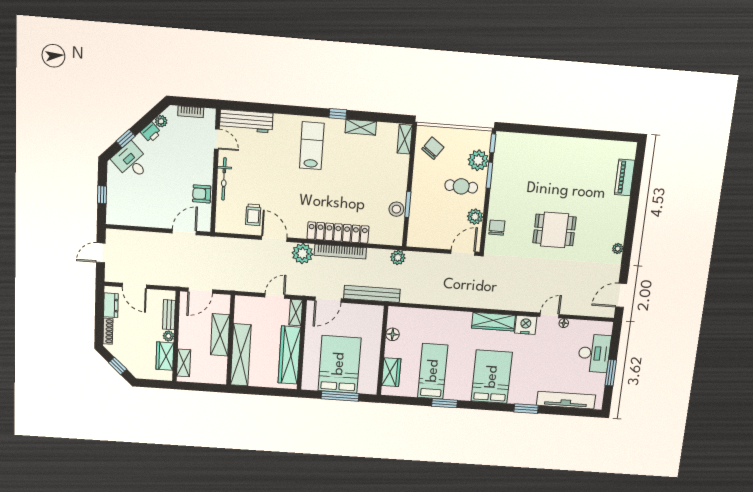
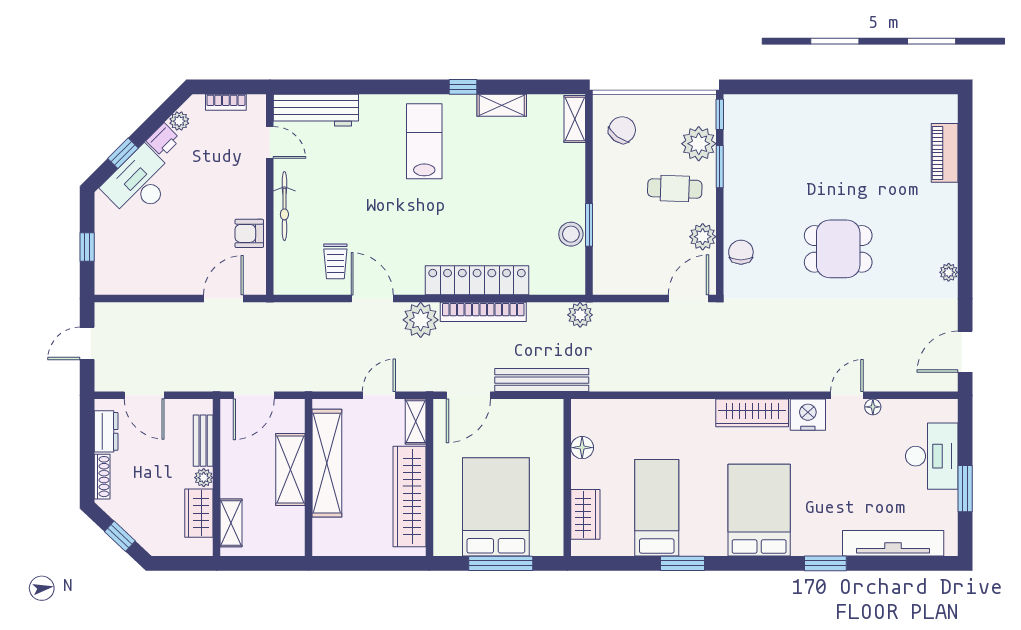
desk: (131, 161) -> (139, 183), width x1.37
shelving: (241, 355) -> (327, 463), moved

